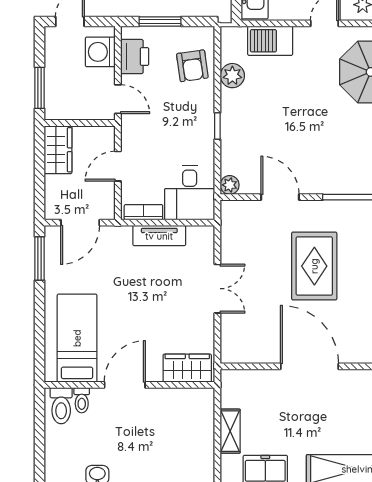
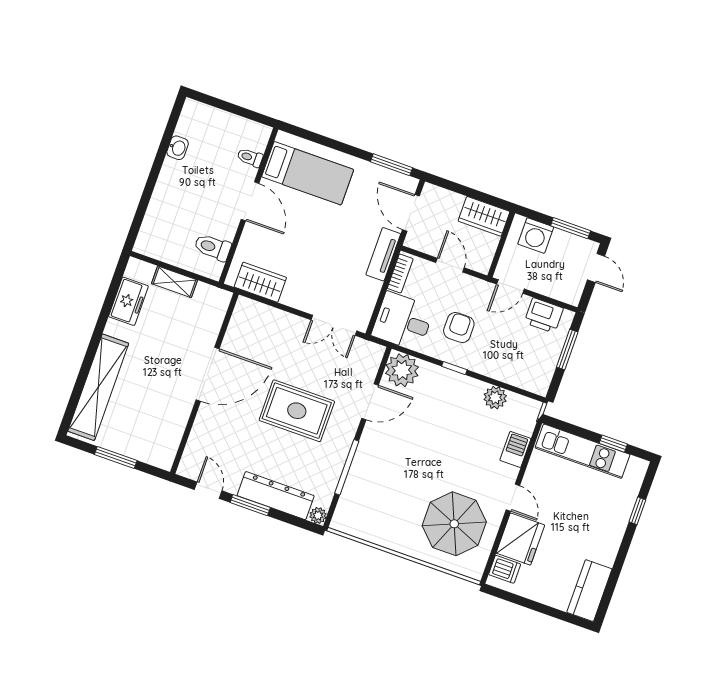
barbecue: (270, 41) -> (515, 449), width x0.73, depth x0.79
washing machine: (100, 52) -> (536, 236), moved, turned 180
armchair: (192, 66) -> (459, 328), moved, turned 98
window: (40, 88) -> (571, 228), moved
plant: (230, 185) -> (402, 370), width x1.87, depth x1.87
tv unit: (159, 236) -> (383, 254), moved
double door: (217, 289) -> (334, 325), moved
wardrobe: (187, 368) -> (260, 282), moved, turned -90
toilet: (61, 406) -> (213, 247), moved

